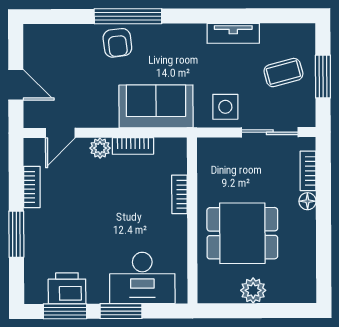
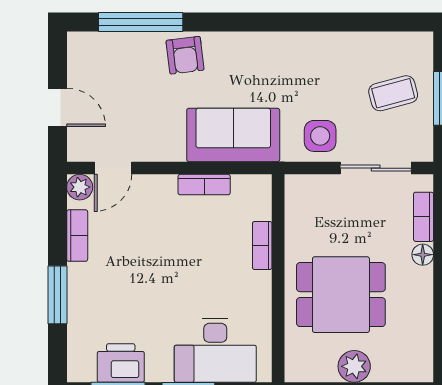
window: (128, 16) -> (141, 22), moved
tv unit: (233, 33) -> (330, 44), removed
plant: (100, 148) -> (80, 187), moved

